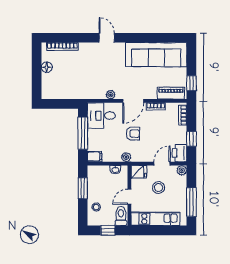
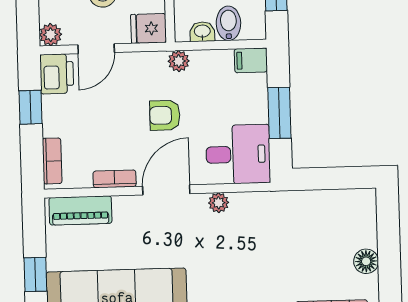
window: (191, 83) -> (35, 274), moved
window: (83, 133) -> (279, 113), width x0.69
bidet: (104, 173) -> (228, 23), added

